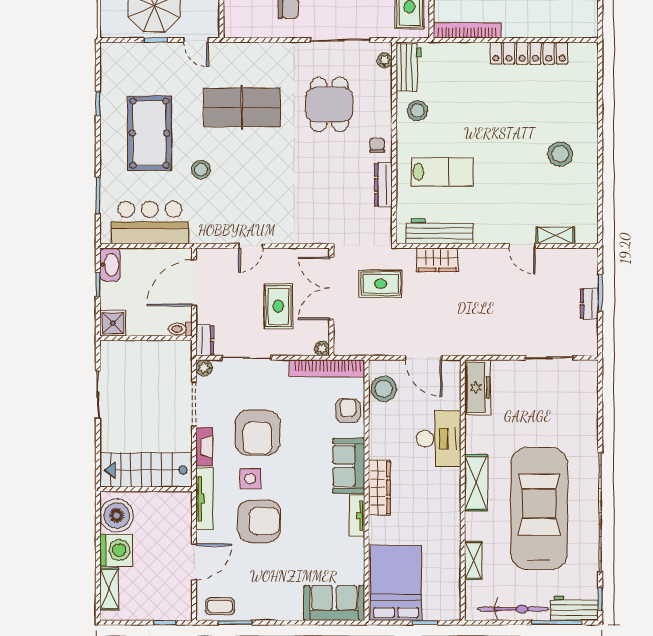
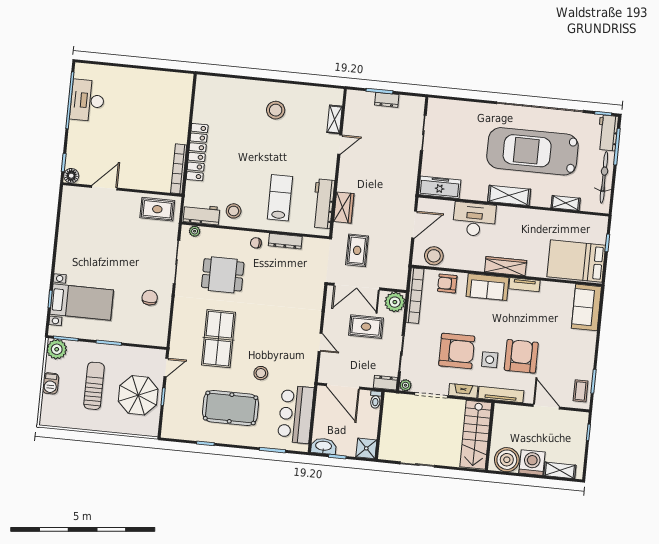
locker: (529, 53) -> (197, 152), moved
plant: (322, 348) -> (395, 302), width x1.88, depth x1.88

